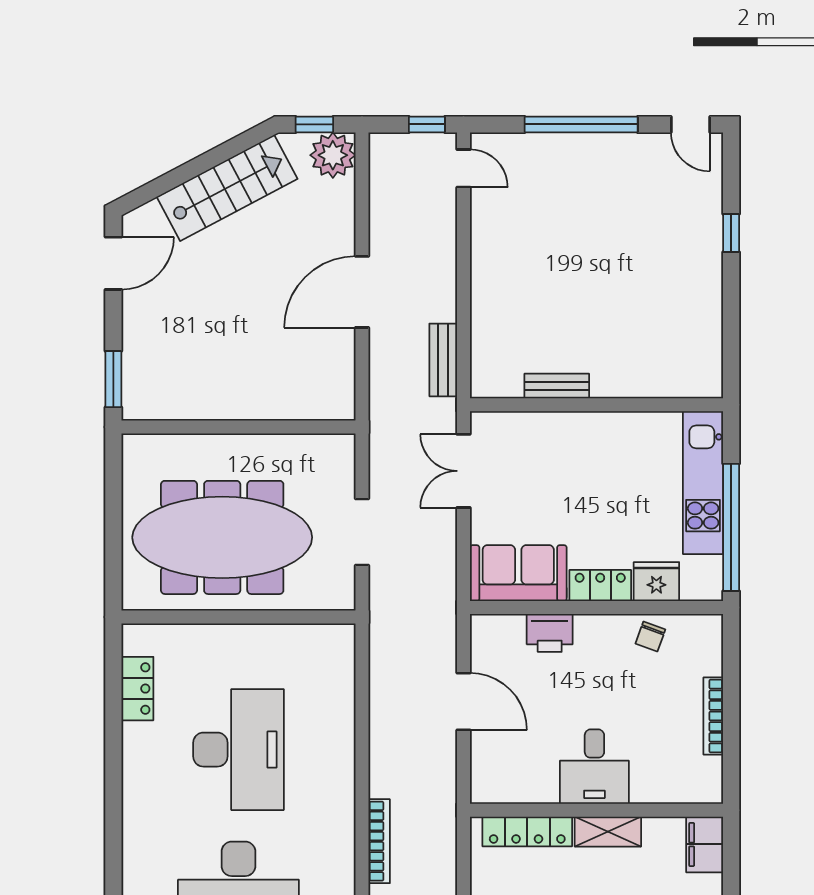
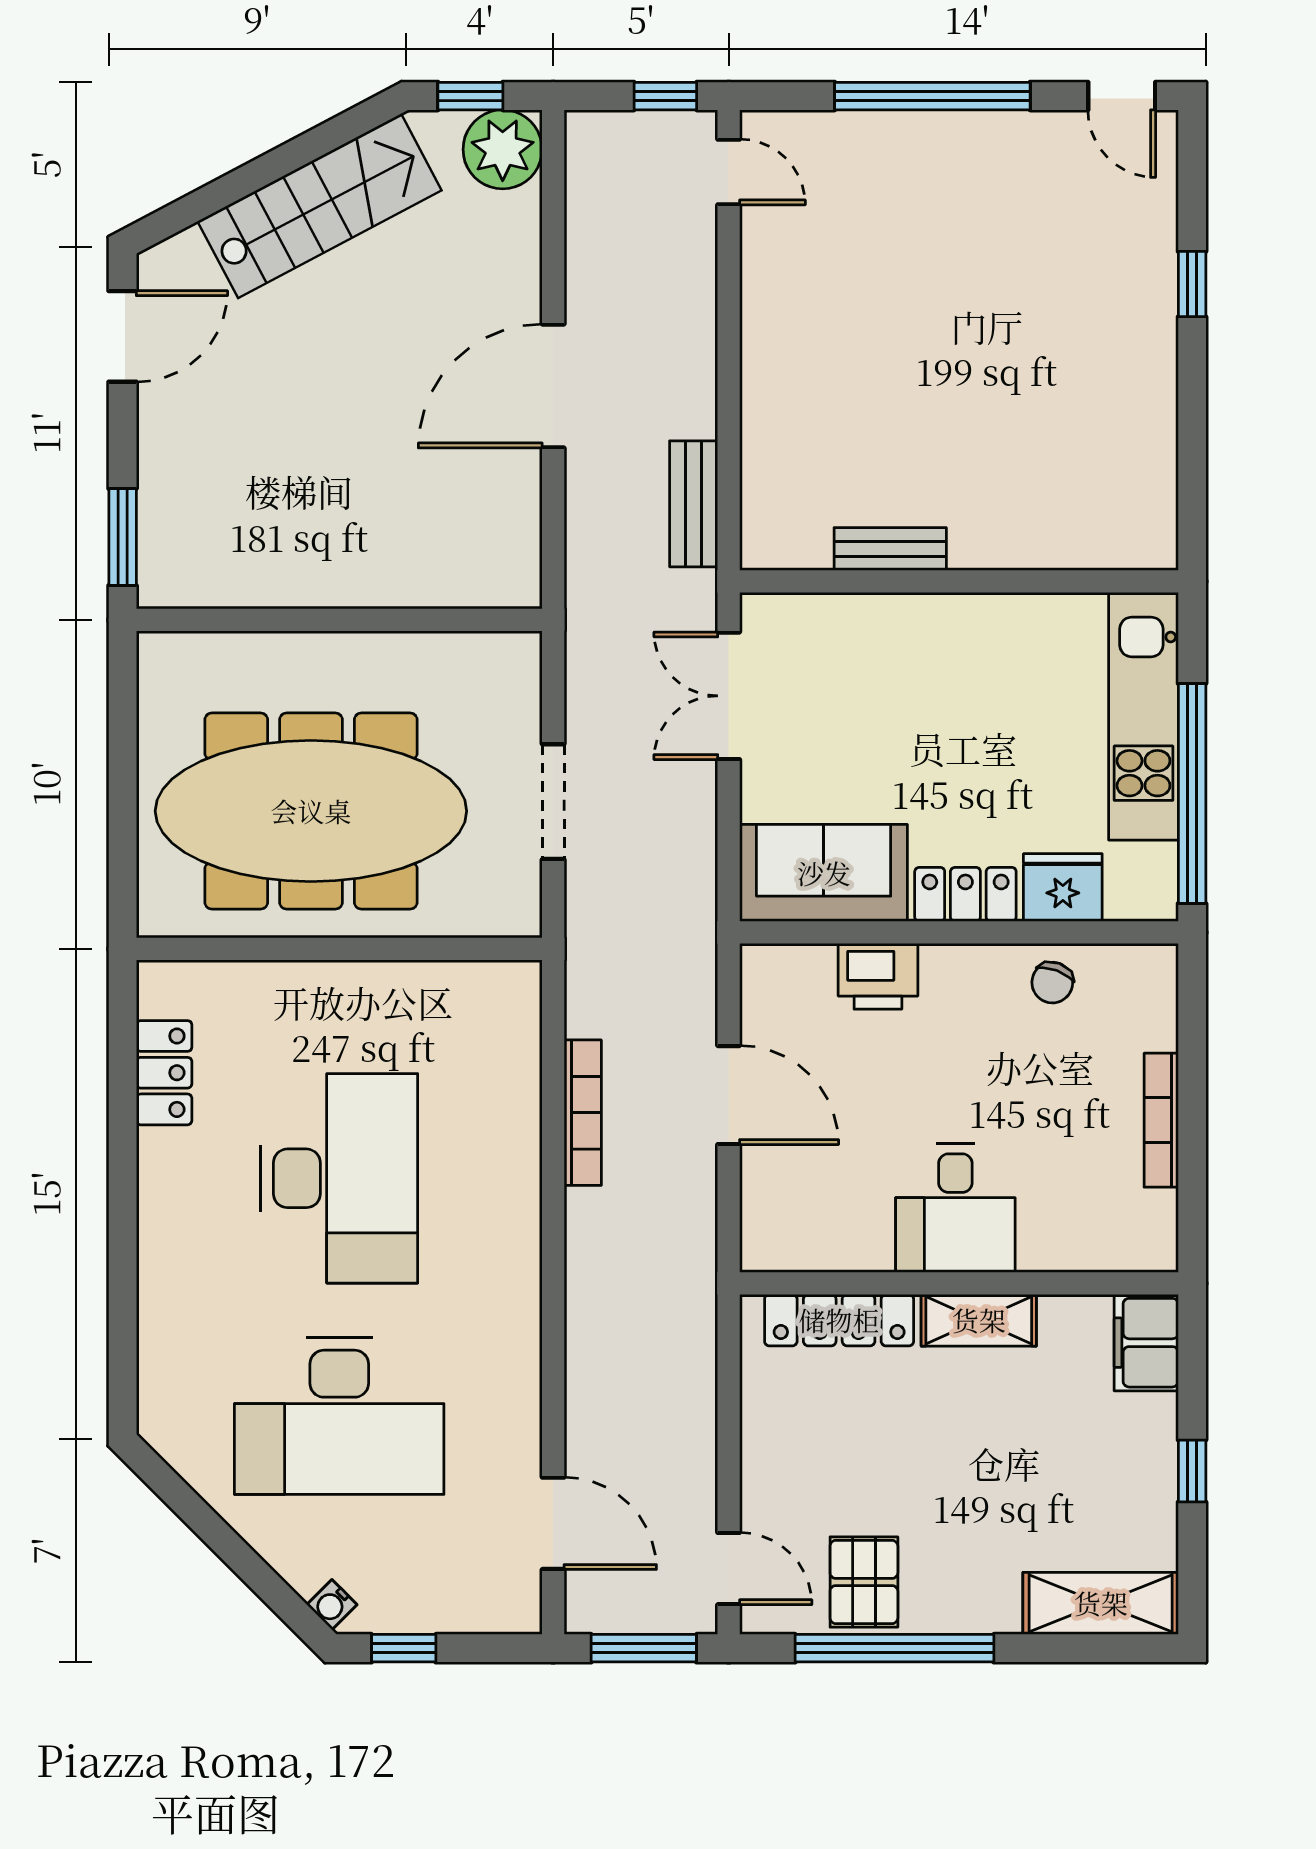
bookcase: (379, 841) -> (583, 1113), moved

